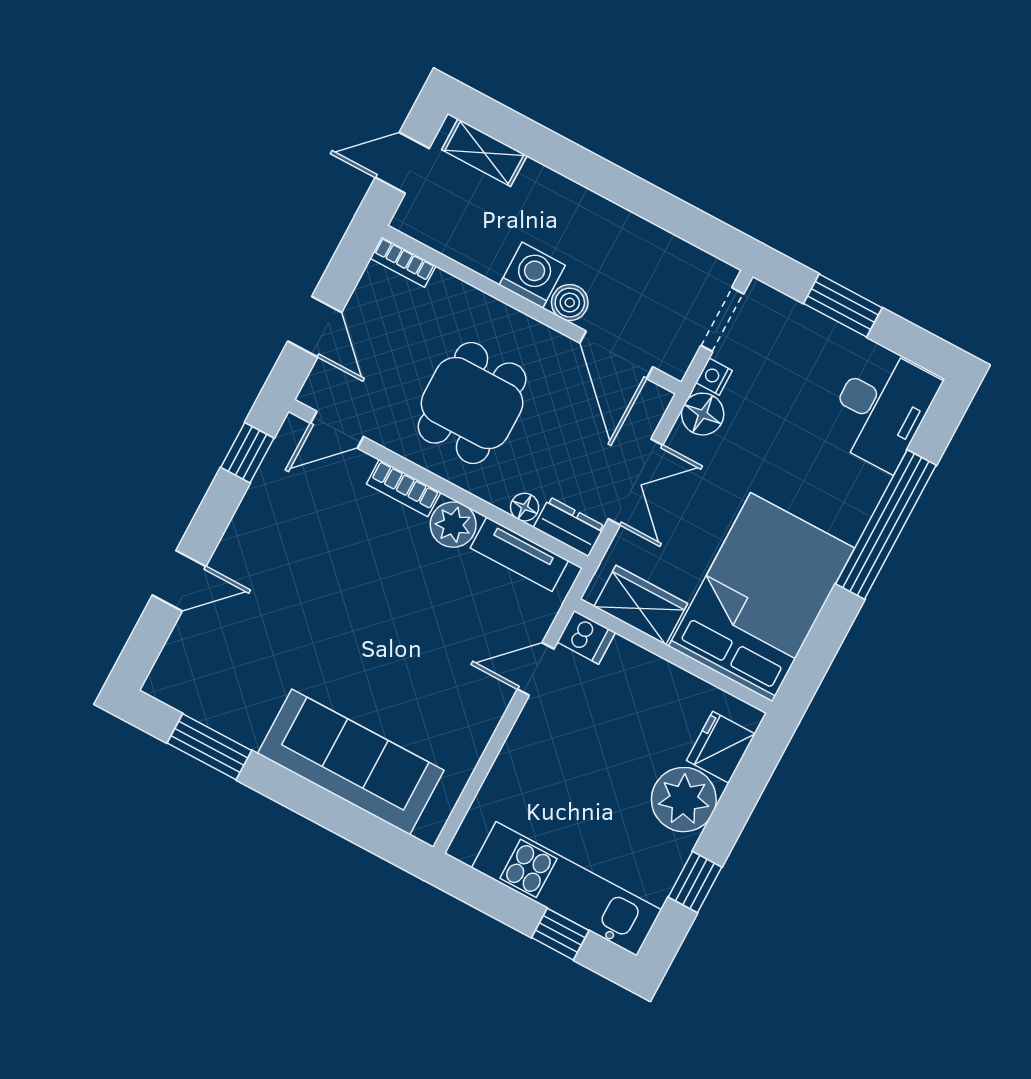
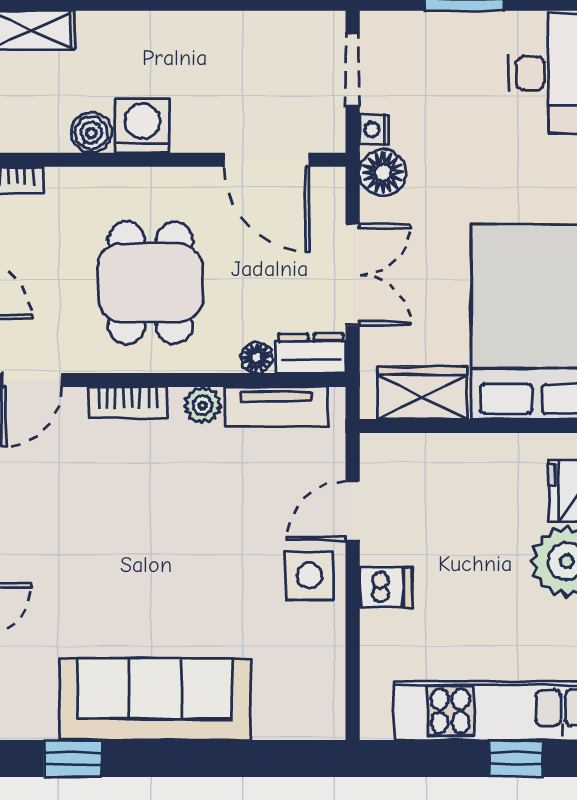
boiler: (570, 303) -> (91, 133), moved
plant: (453, 525) -> (203, 405), width x0.73, depth x0.73
dishwasher: (586, 637) -> (386, 587), moved
side table: (474, 702) -> (309, 576), added
window: (209, 747) -> (73, 759), width x0.67
sofa: (351, 762) -> (155, 699), moved

